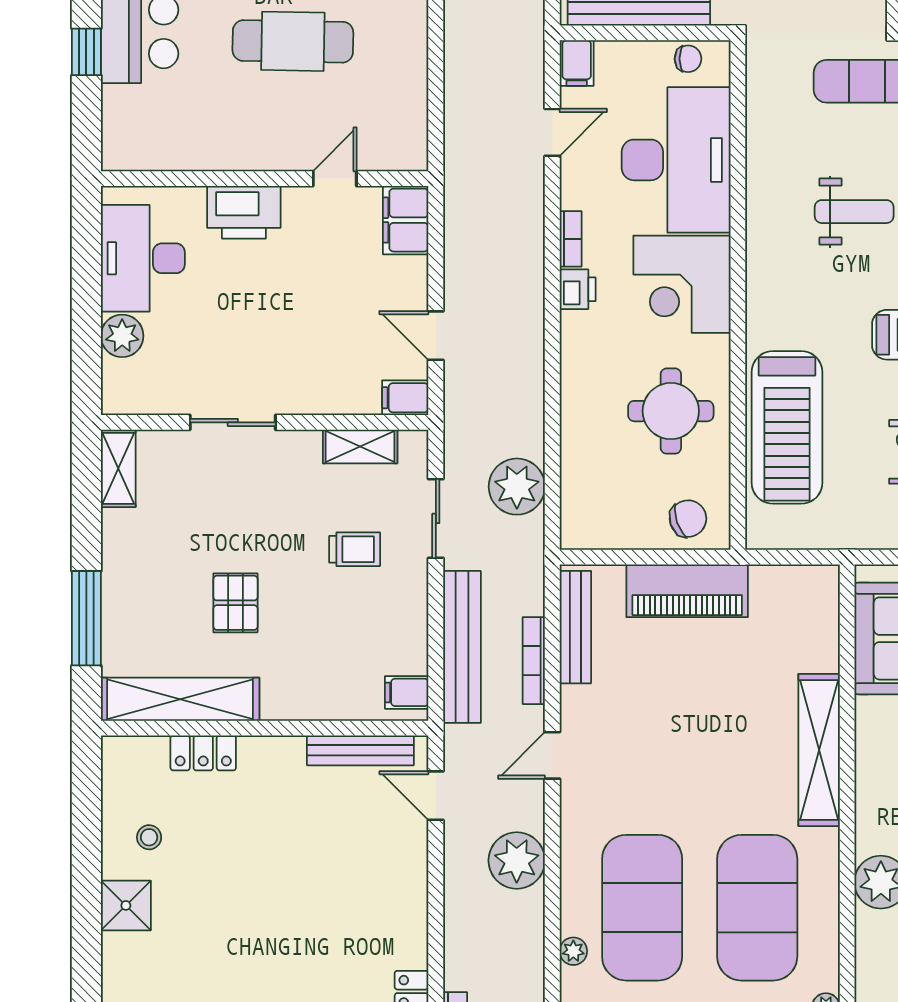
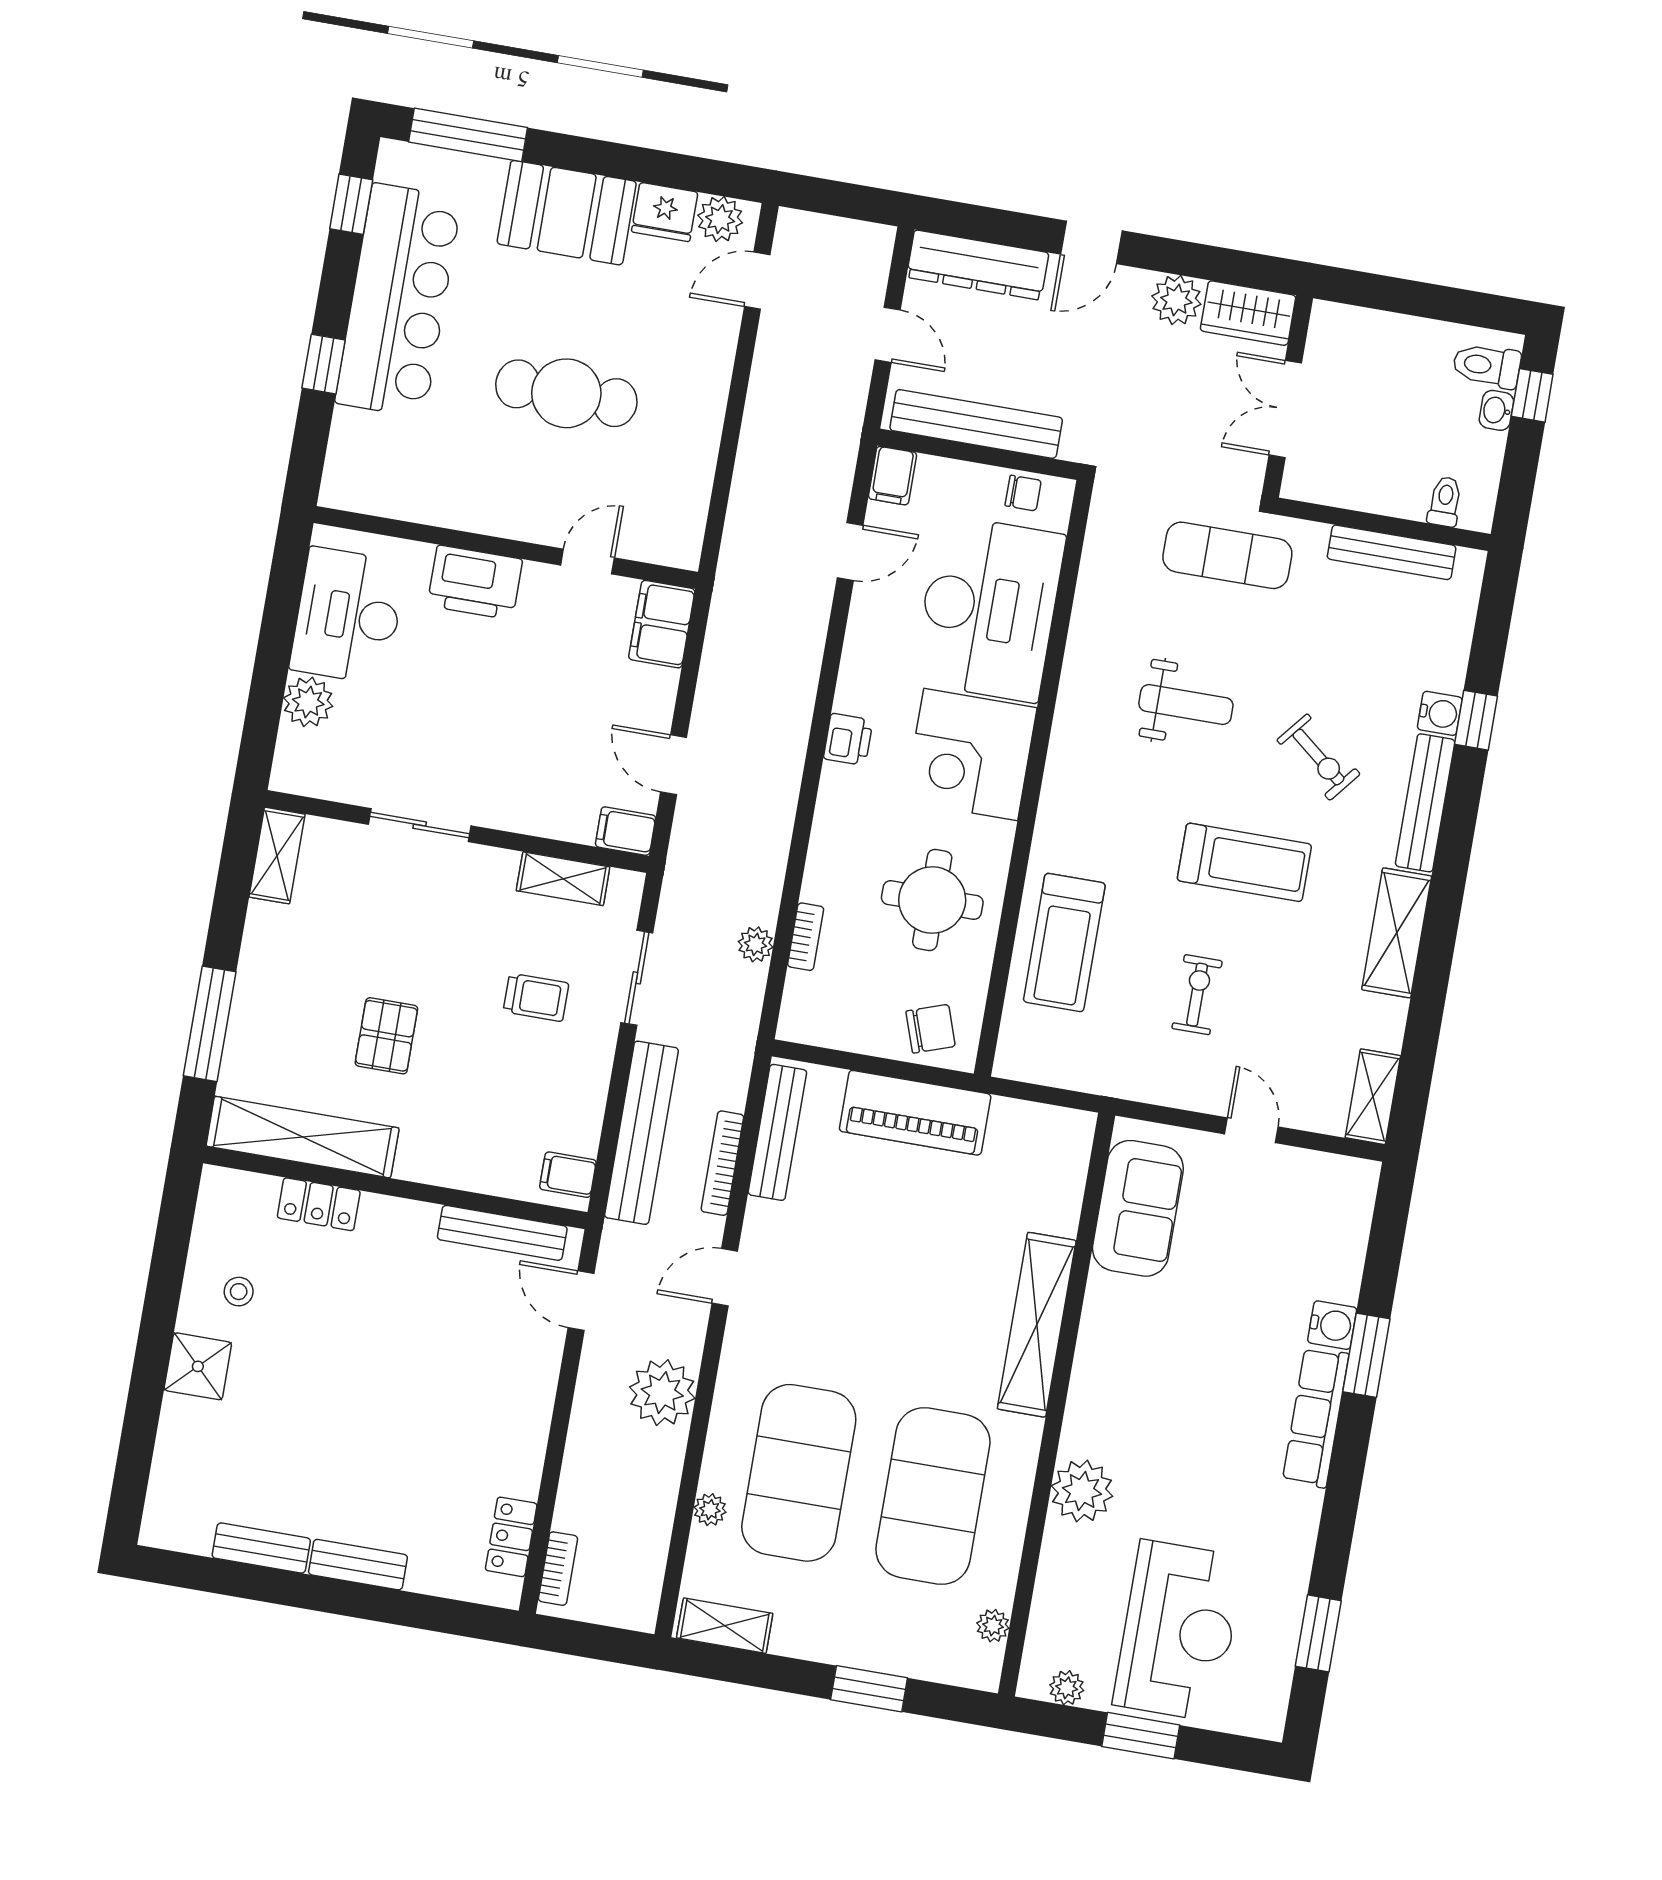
bookcase: (571, 239) -> (806, 937), moved
treadmill: (787, 427) -> (1064, 942), width x0.73, depth x0.73
plant: (517, 487) -> (756, 944), width x0.53, depth x0.53

